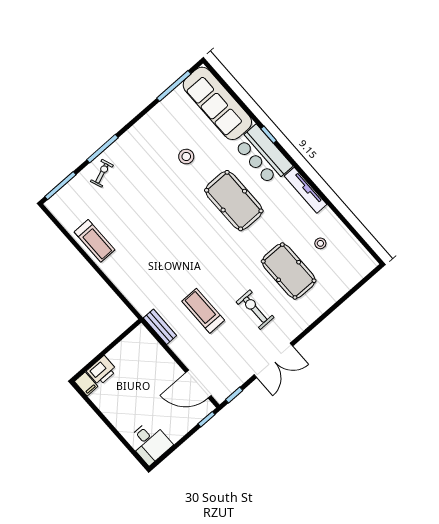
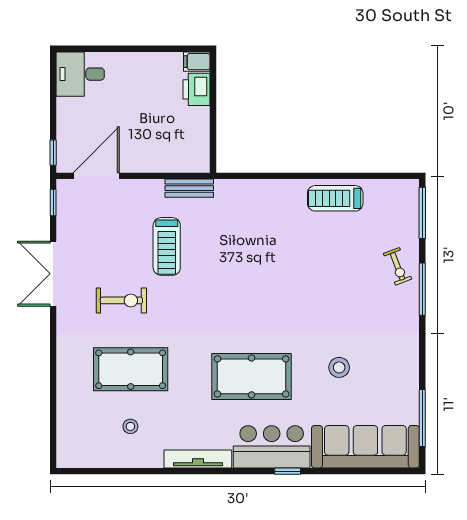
treadmill: (203, 311) -> (167, 246), turned 90

